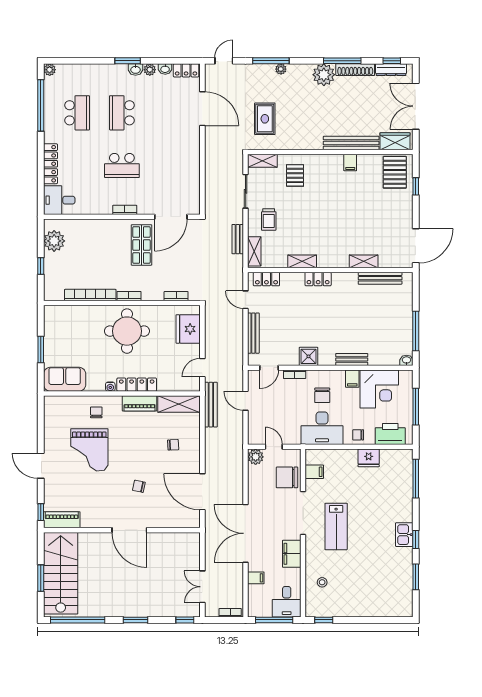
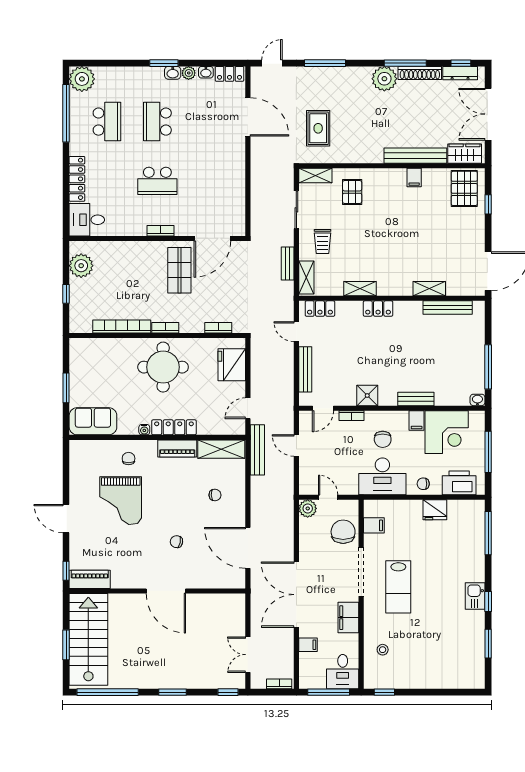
plant: (281, 69) -> (336, 72), removed
plant: (50, 70) -> (82, 79), width x1.87, depth x1.87
chair: (287, 477) -> (343, 532), turned 90

